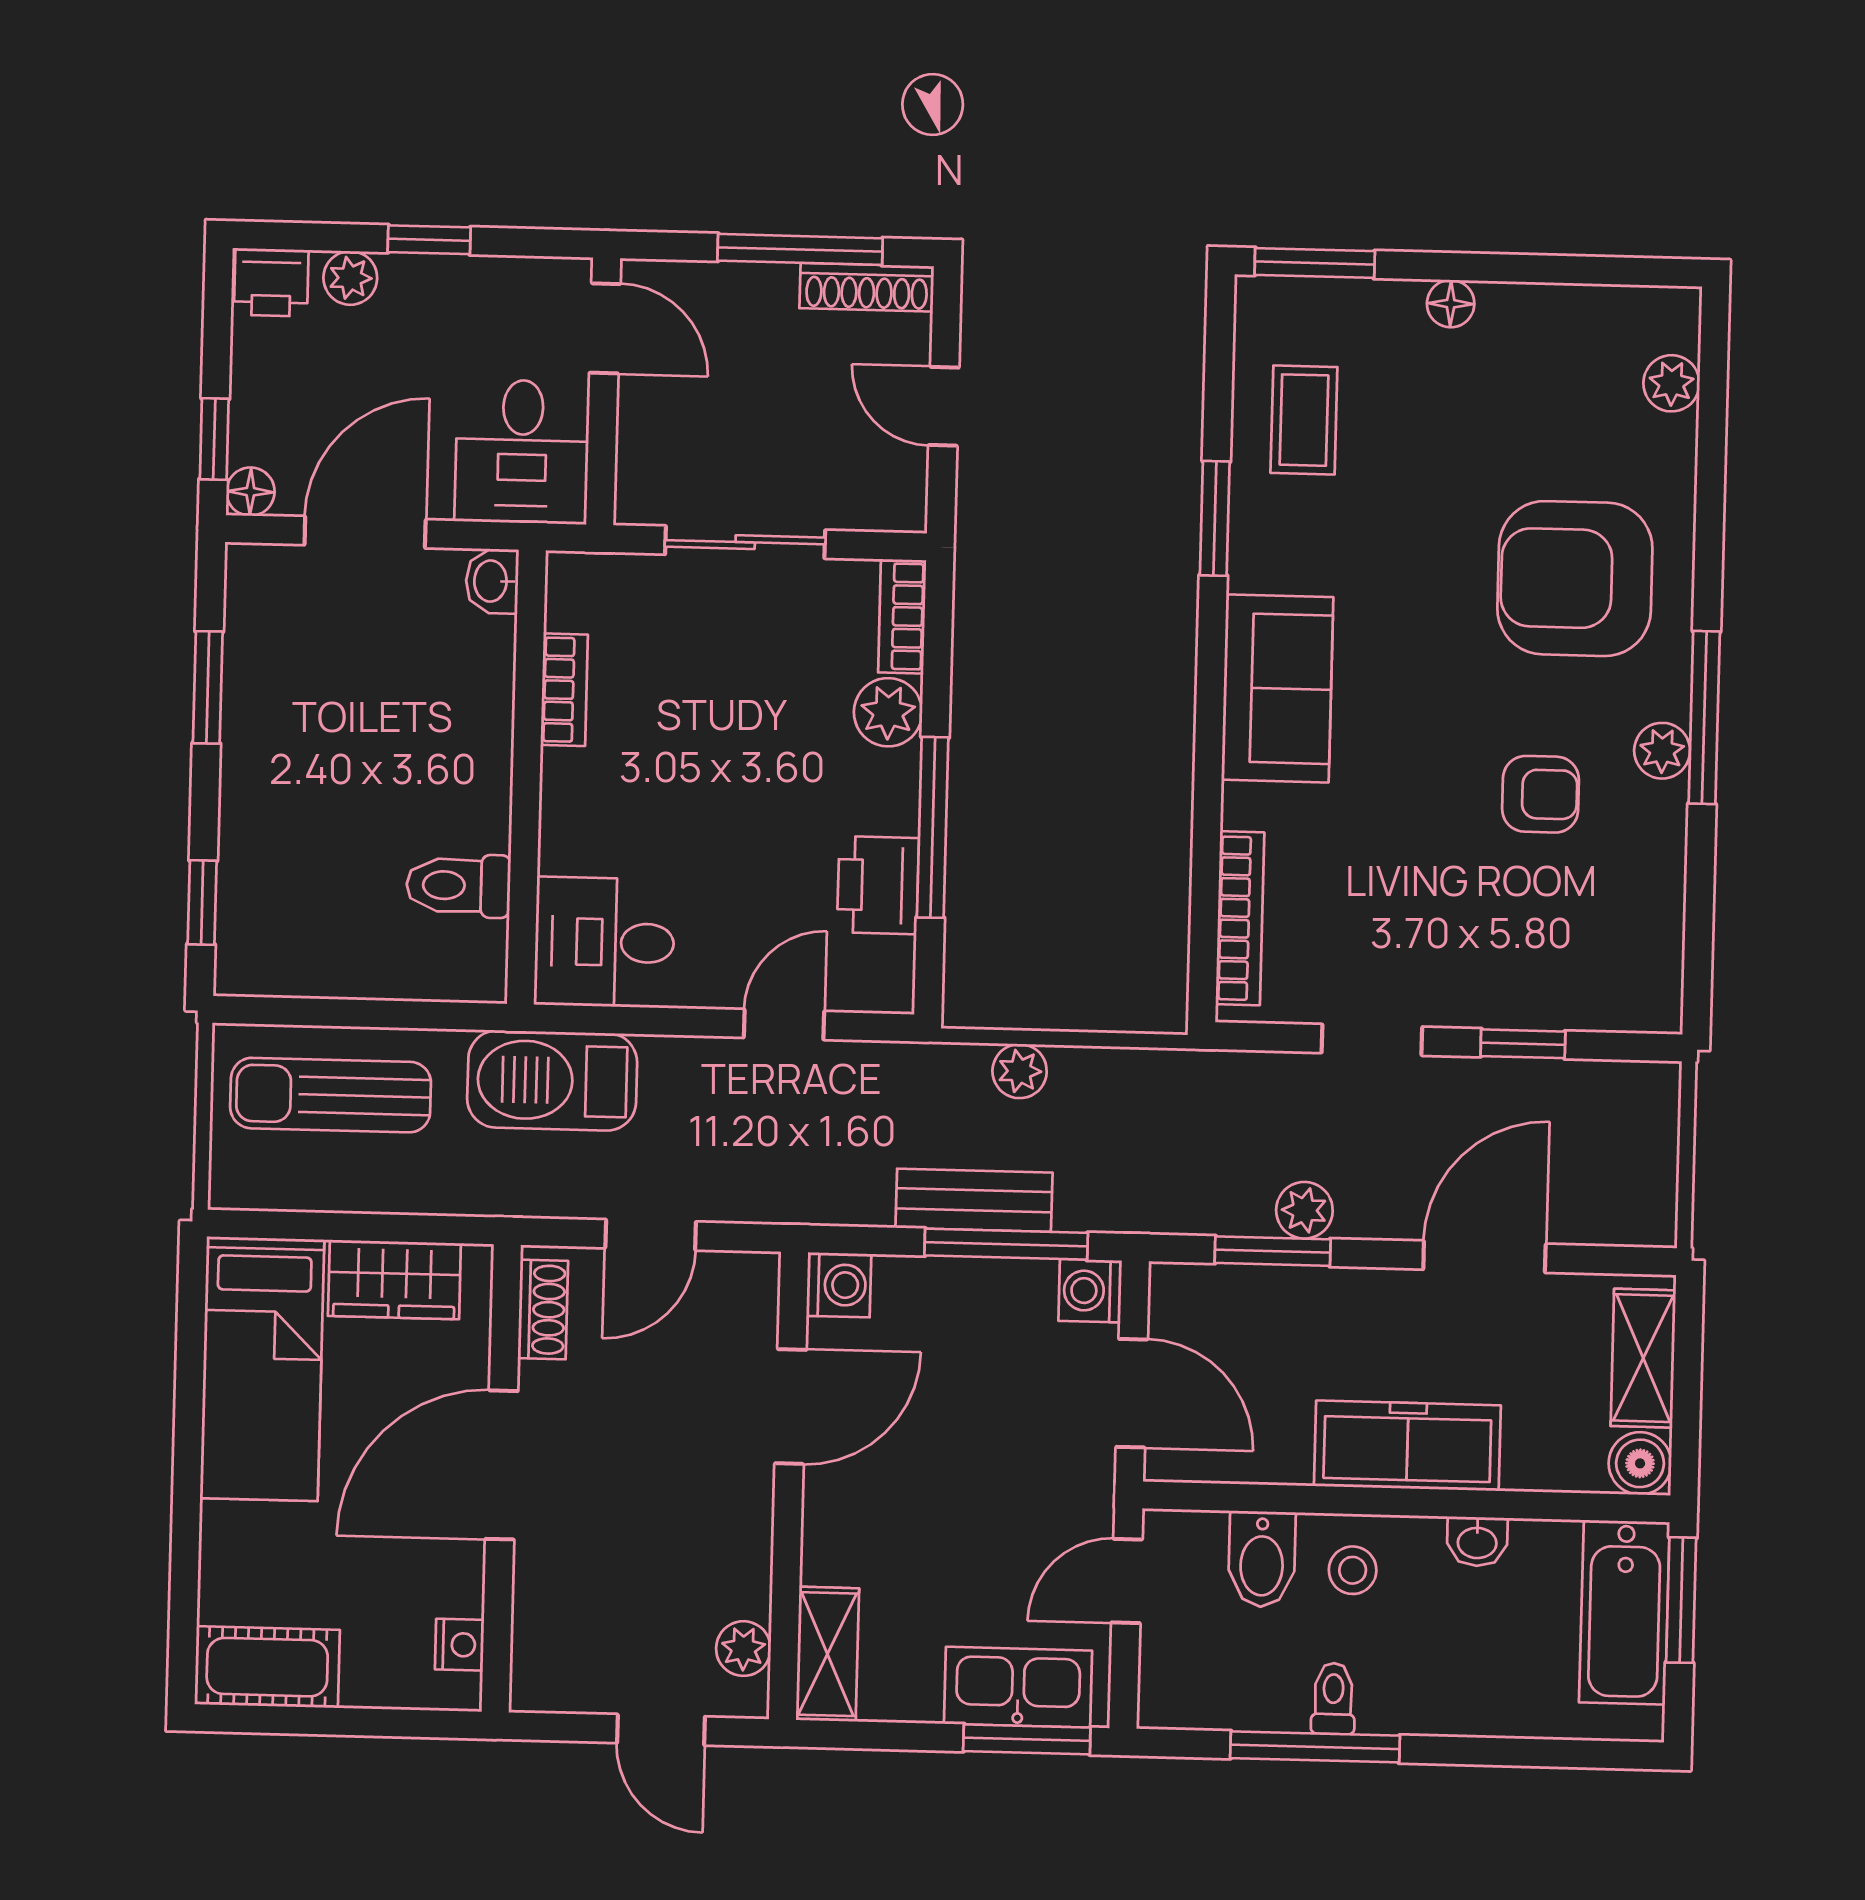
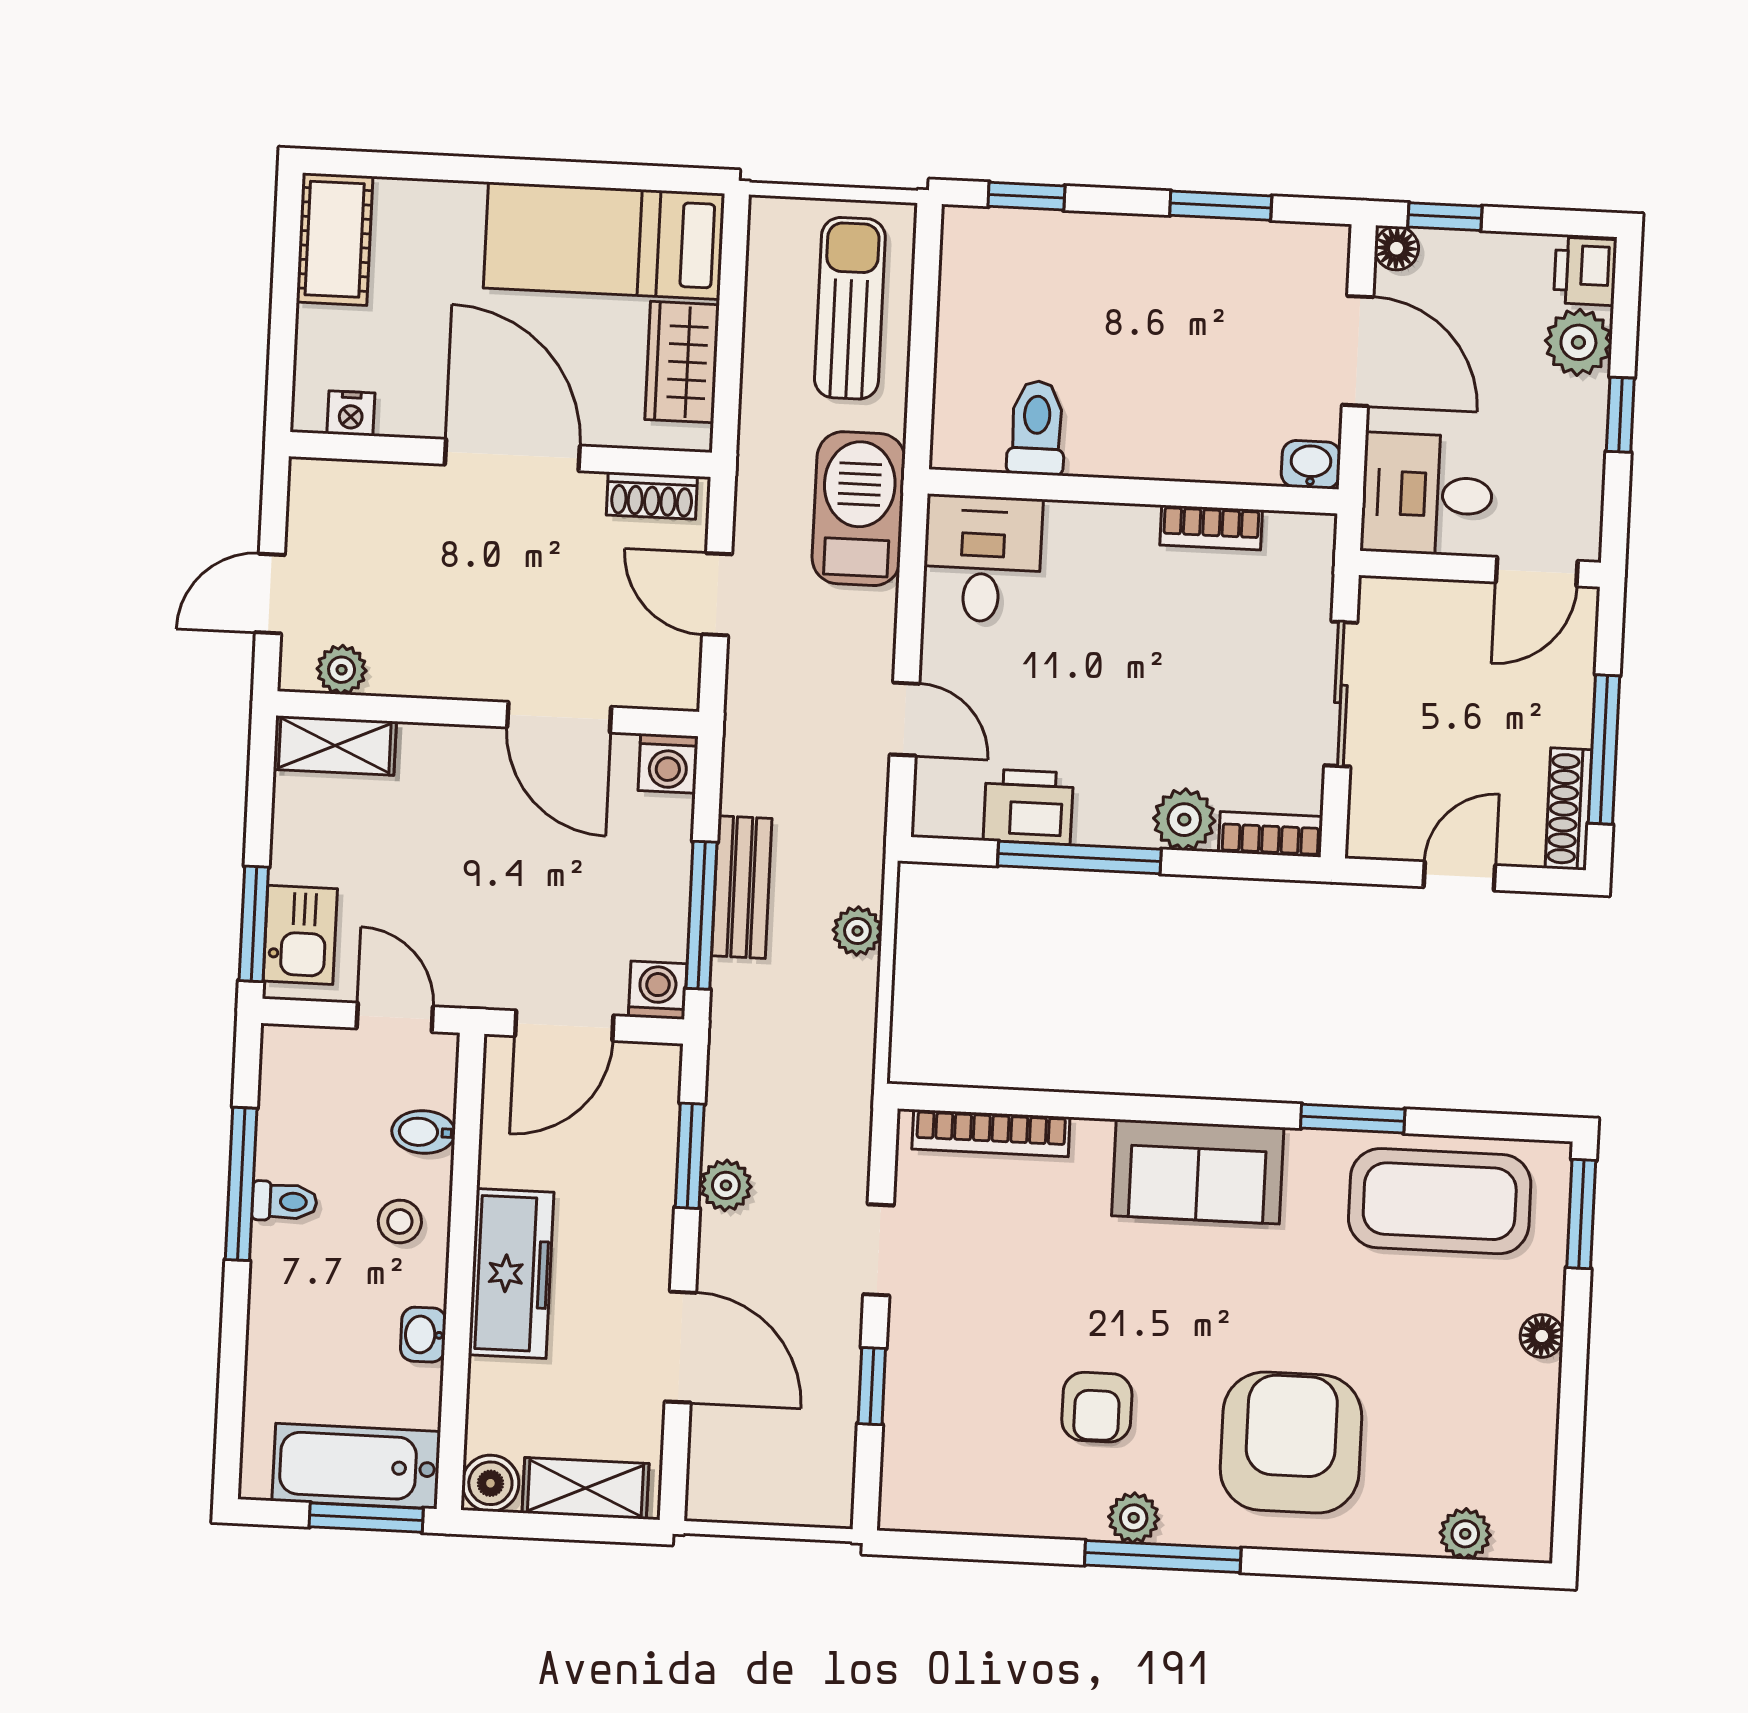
plant: (350, 278) -> (1578, 342), width x1.38, depth x1.38
coffee table: (1304, 420) -> (1440, 1201), width x1.86, depth x1.72
bidet: (1262, 1559) -> (423, 1132), width x0.72, depth x0.74
kitchen sink: (1018, 1687) -> (300, 935), width x0.73

